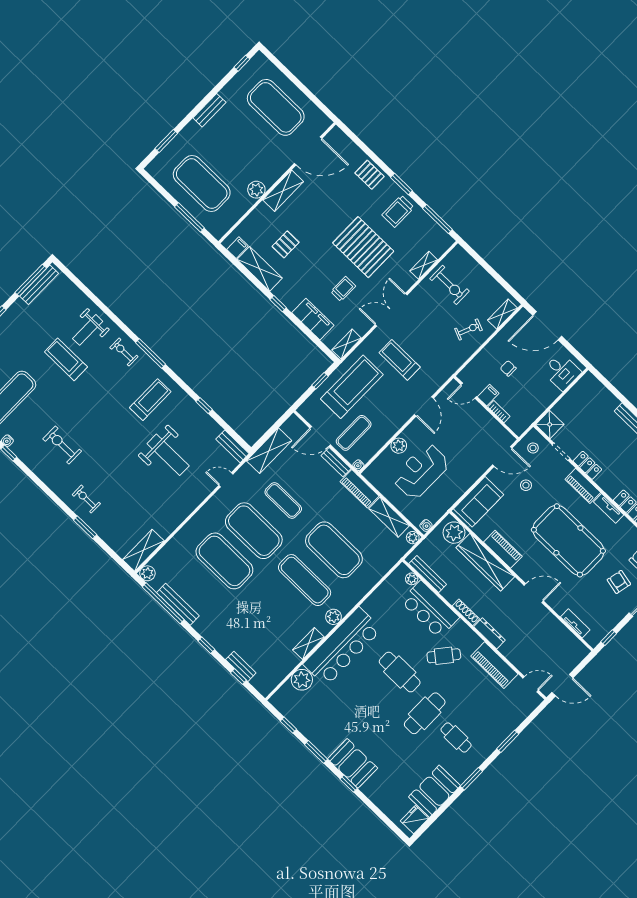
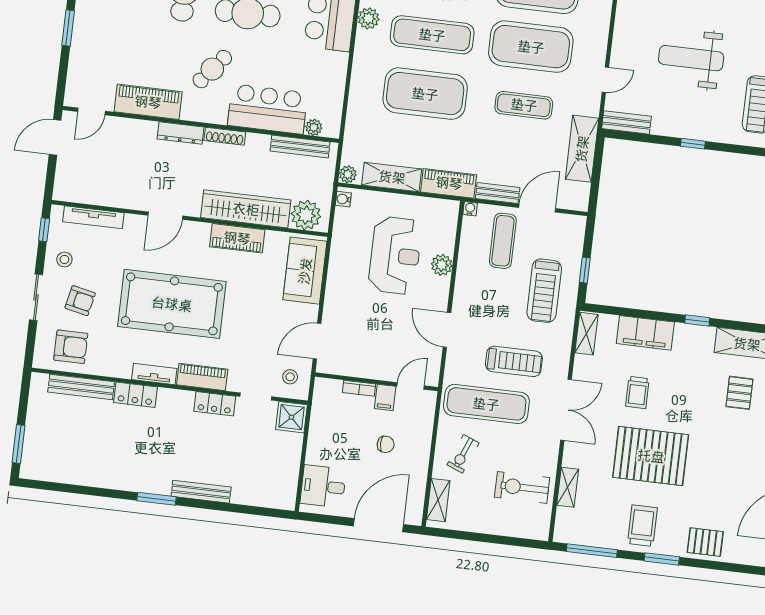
exercise mat: (434, 348) -> (486, 404), added
treadmill: (352, 387) -> (544, 291), width x0.73, depth x0.73
stool: (526, 485) -> (64, 259), moved
tv unit: (575, 623) -> (93, 217), width x1.41

